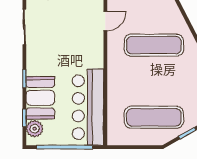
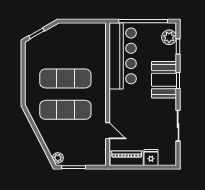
door: (105, 21) -> (108, 131), swing flipped
booth: (40, 98) -> (164, 80), moved
exercise mat: (154, 117) -> (65, 78), moved

